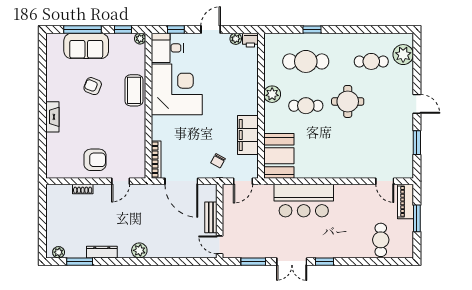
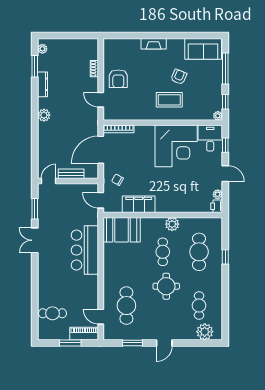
sofa: (86, 46) -> (203, 49), moved, turned -90
coffee table: (134, 90) -> (169, 100), moved
cafe table: (371, 150) -> (126, 306), added
door: (385, 181) -> (101, 317), hinge flipped
window: (325, 262) -> (35, 267), removed

